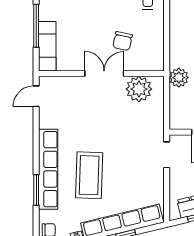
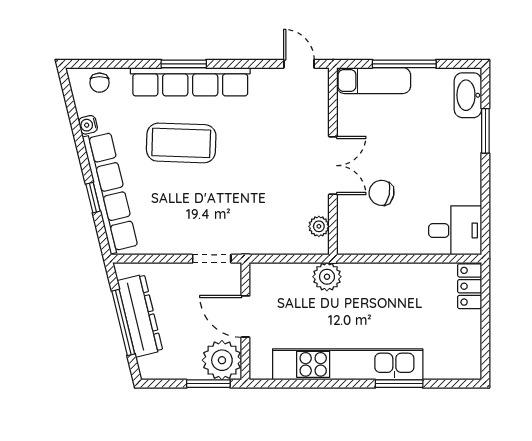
plant: (139, 89) -> (319, 226), width x0.53, depth x0.53
window: (36, 190) -> (184, 64), moved

